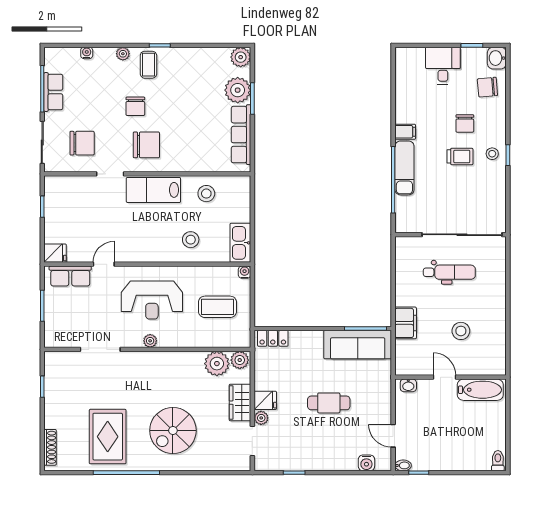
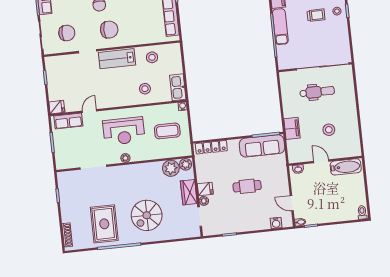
locker: (273, 338) -> (211, 147), width x1.53

